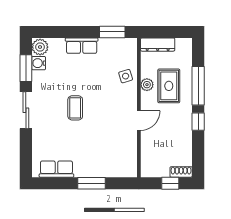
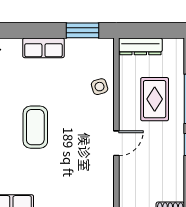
plant: (147, 85) -> (127, 98), removed
coffee table: (75, 108) -> (35, 127), width x1.36, depth x1.30

